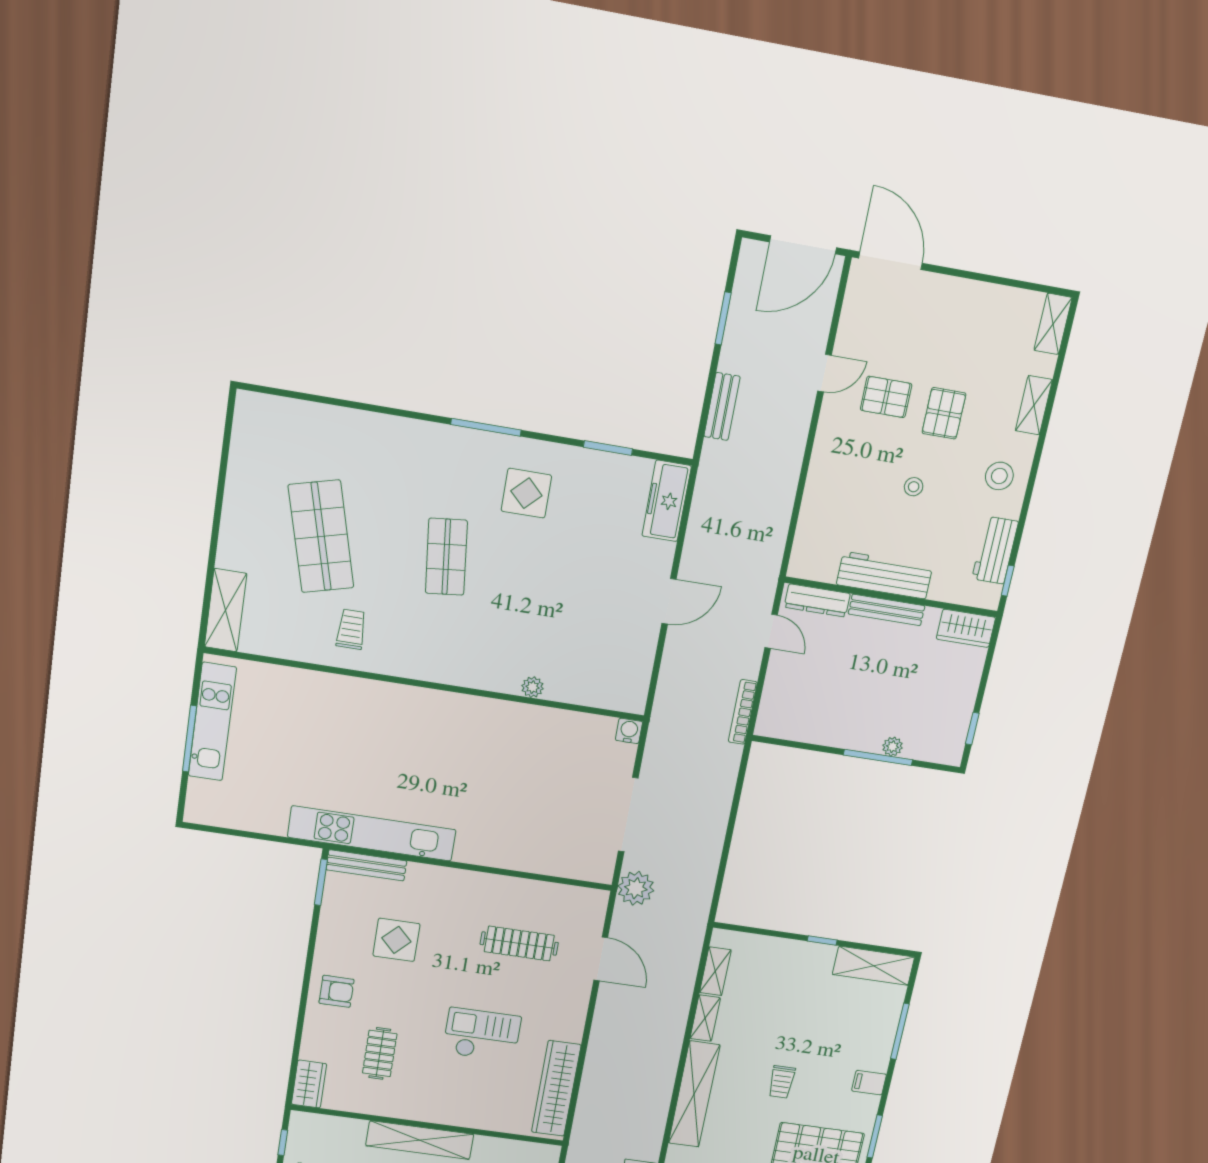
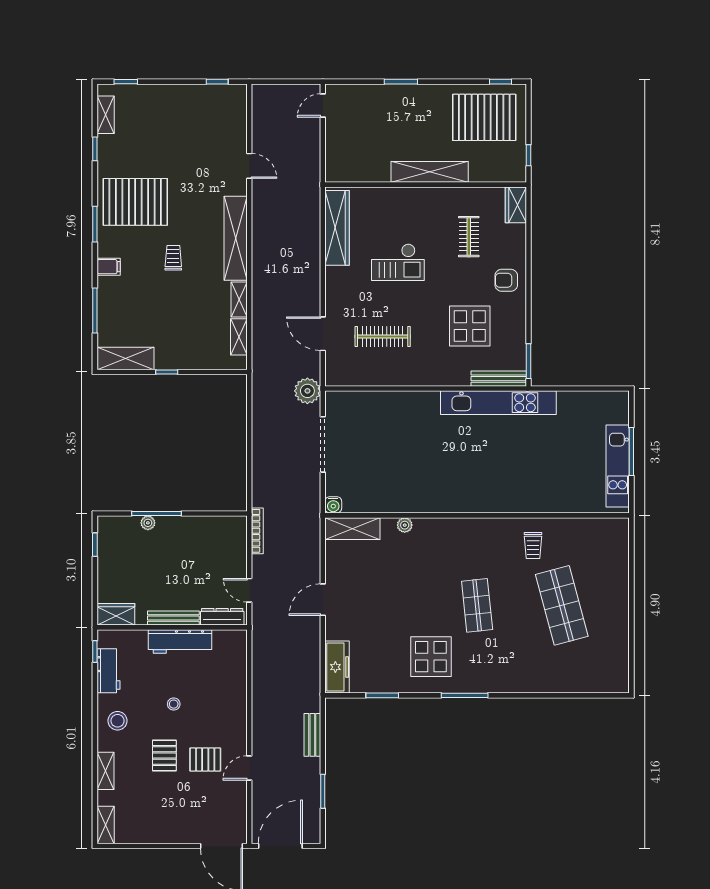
display table: (526, 493) -> (431, 657), width x1.36, depth x1.36
shelving: (226, 610) -> (352, 529), moved, turned 90
display table: (396, 940) -> (470, 326), width x1.36, depth x1.36

